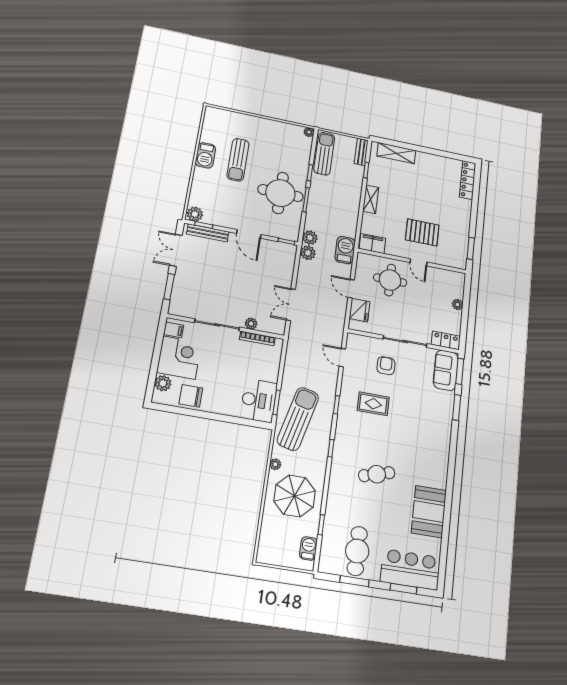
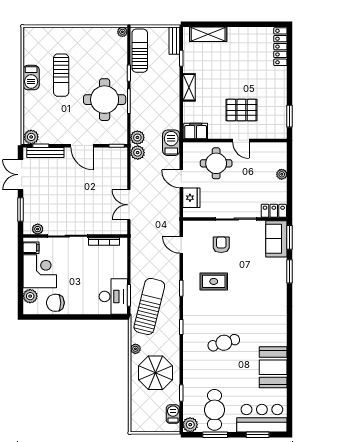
plant: (251, 324) -> (38, 229), moved
plant: (327, 564) -> (190, 425), added

